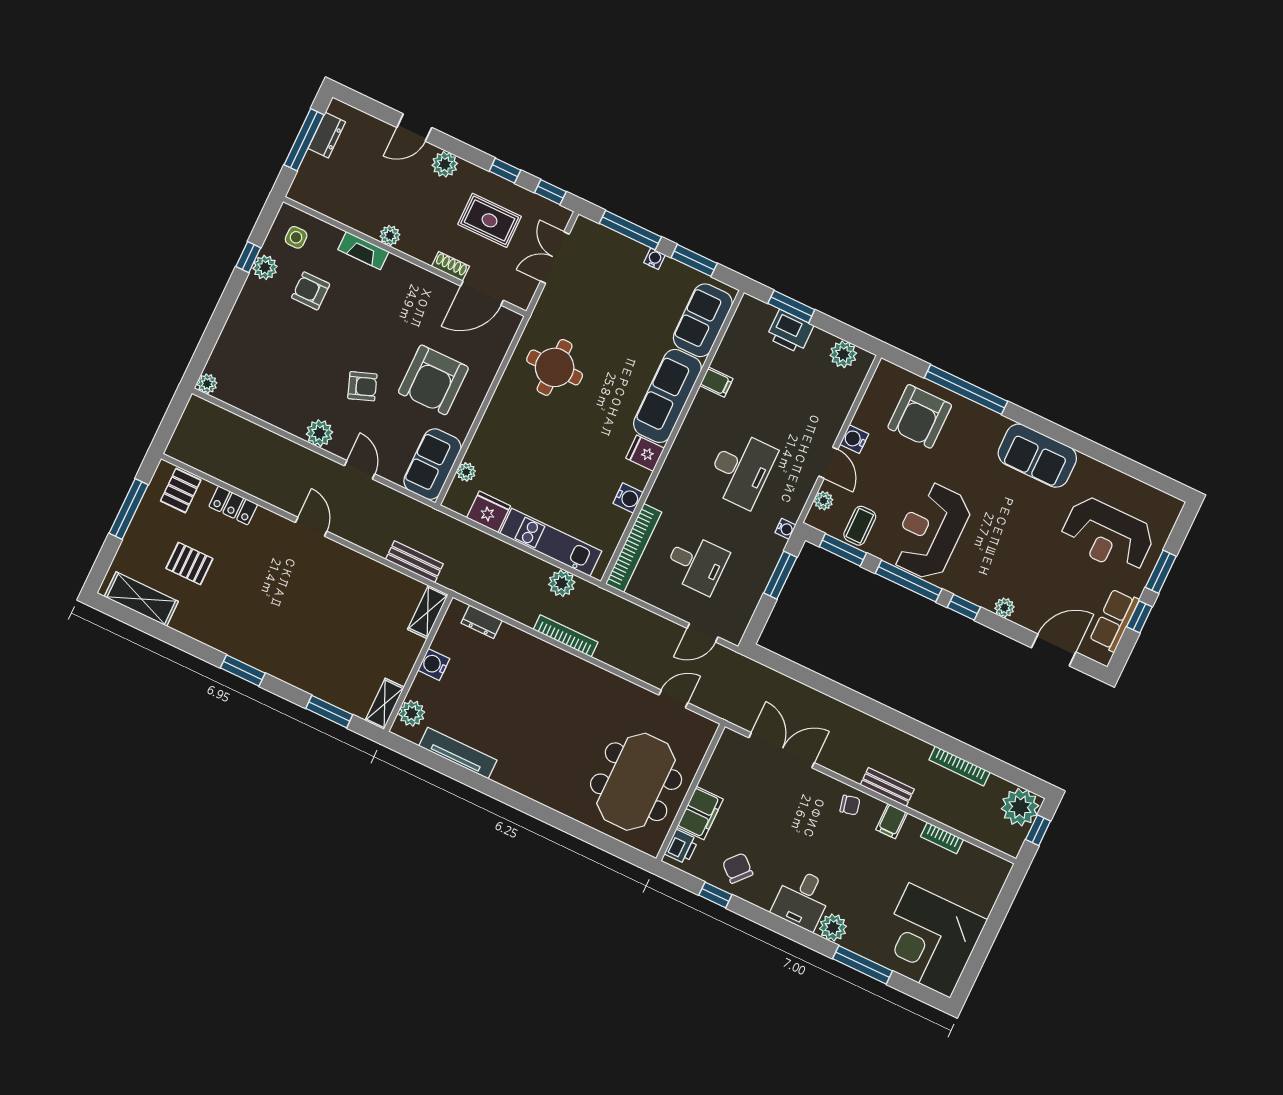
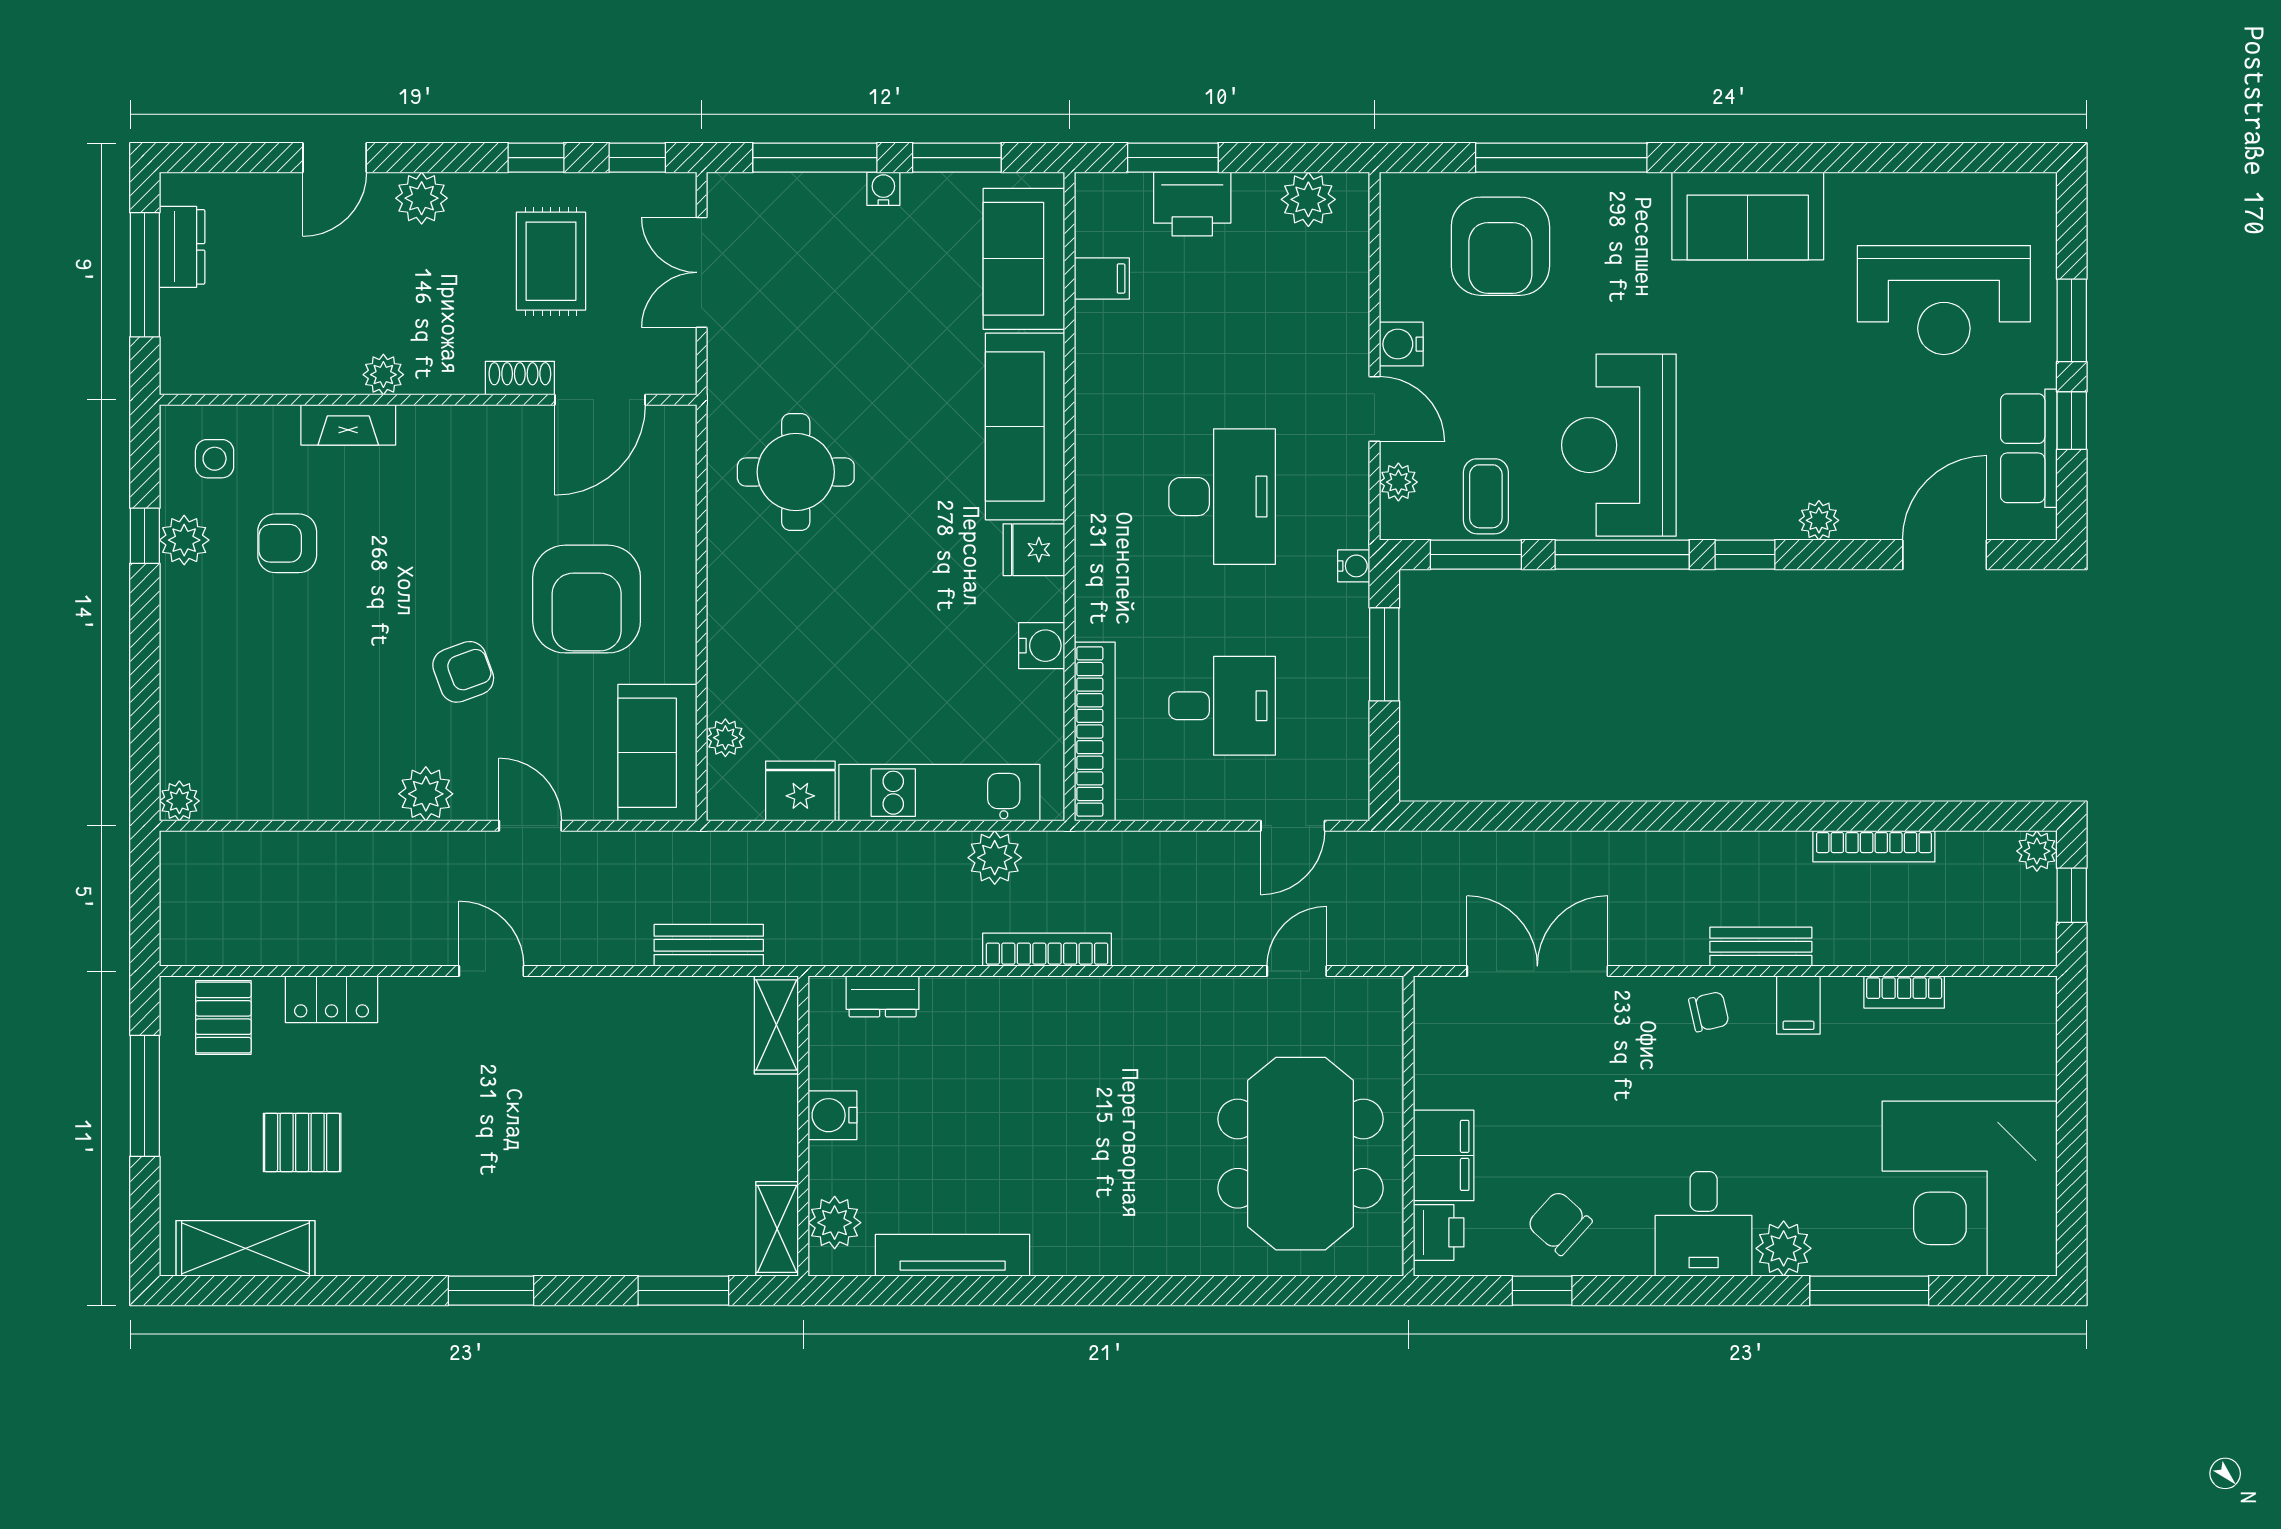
rug: (490, 220) -> (551, 261), turned 90
filing cabinet: (716, 382) -> (1102, 279), moved
plant: (1020, 807) -> (2037, 851), width x0.53, depth x0.53

